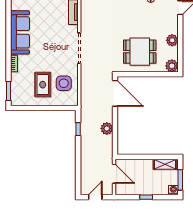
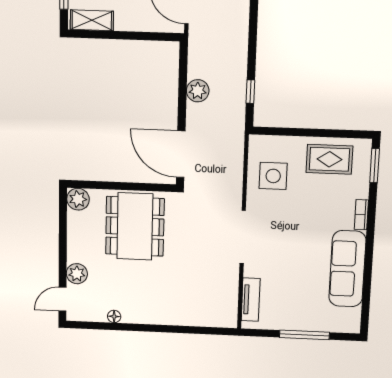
plant: (172, 40) -> (77, 274), moved
dining table: (140, 52) -> (135, 226), width x1.37
rug: (43, 85) -> (329, 159), moved, turned 90

